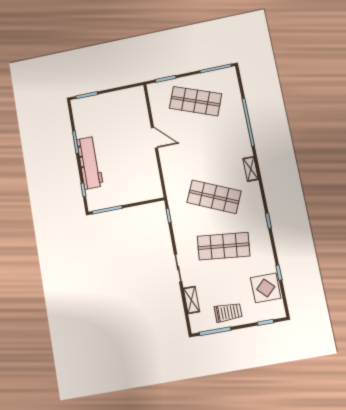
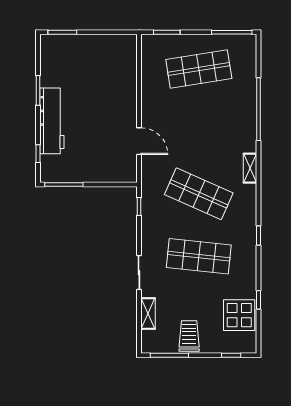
shop shelf: (195, 101) -> (199, 69), turned -30
door: (154, 138) -> (139, 141), moved
trolley: (228, 312) -> (189, 336), turned -90

